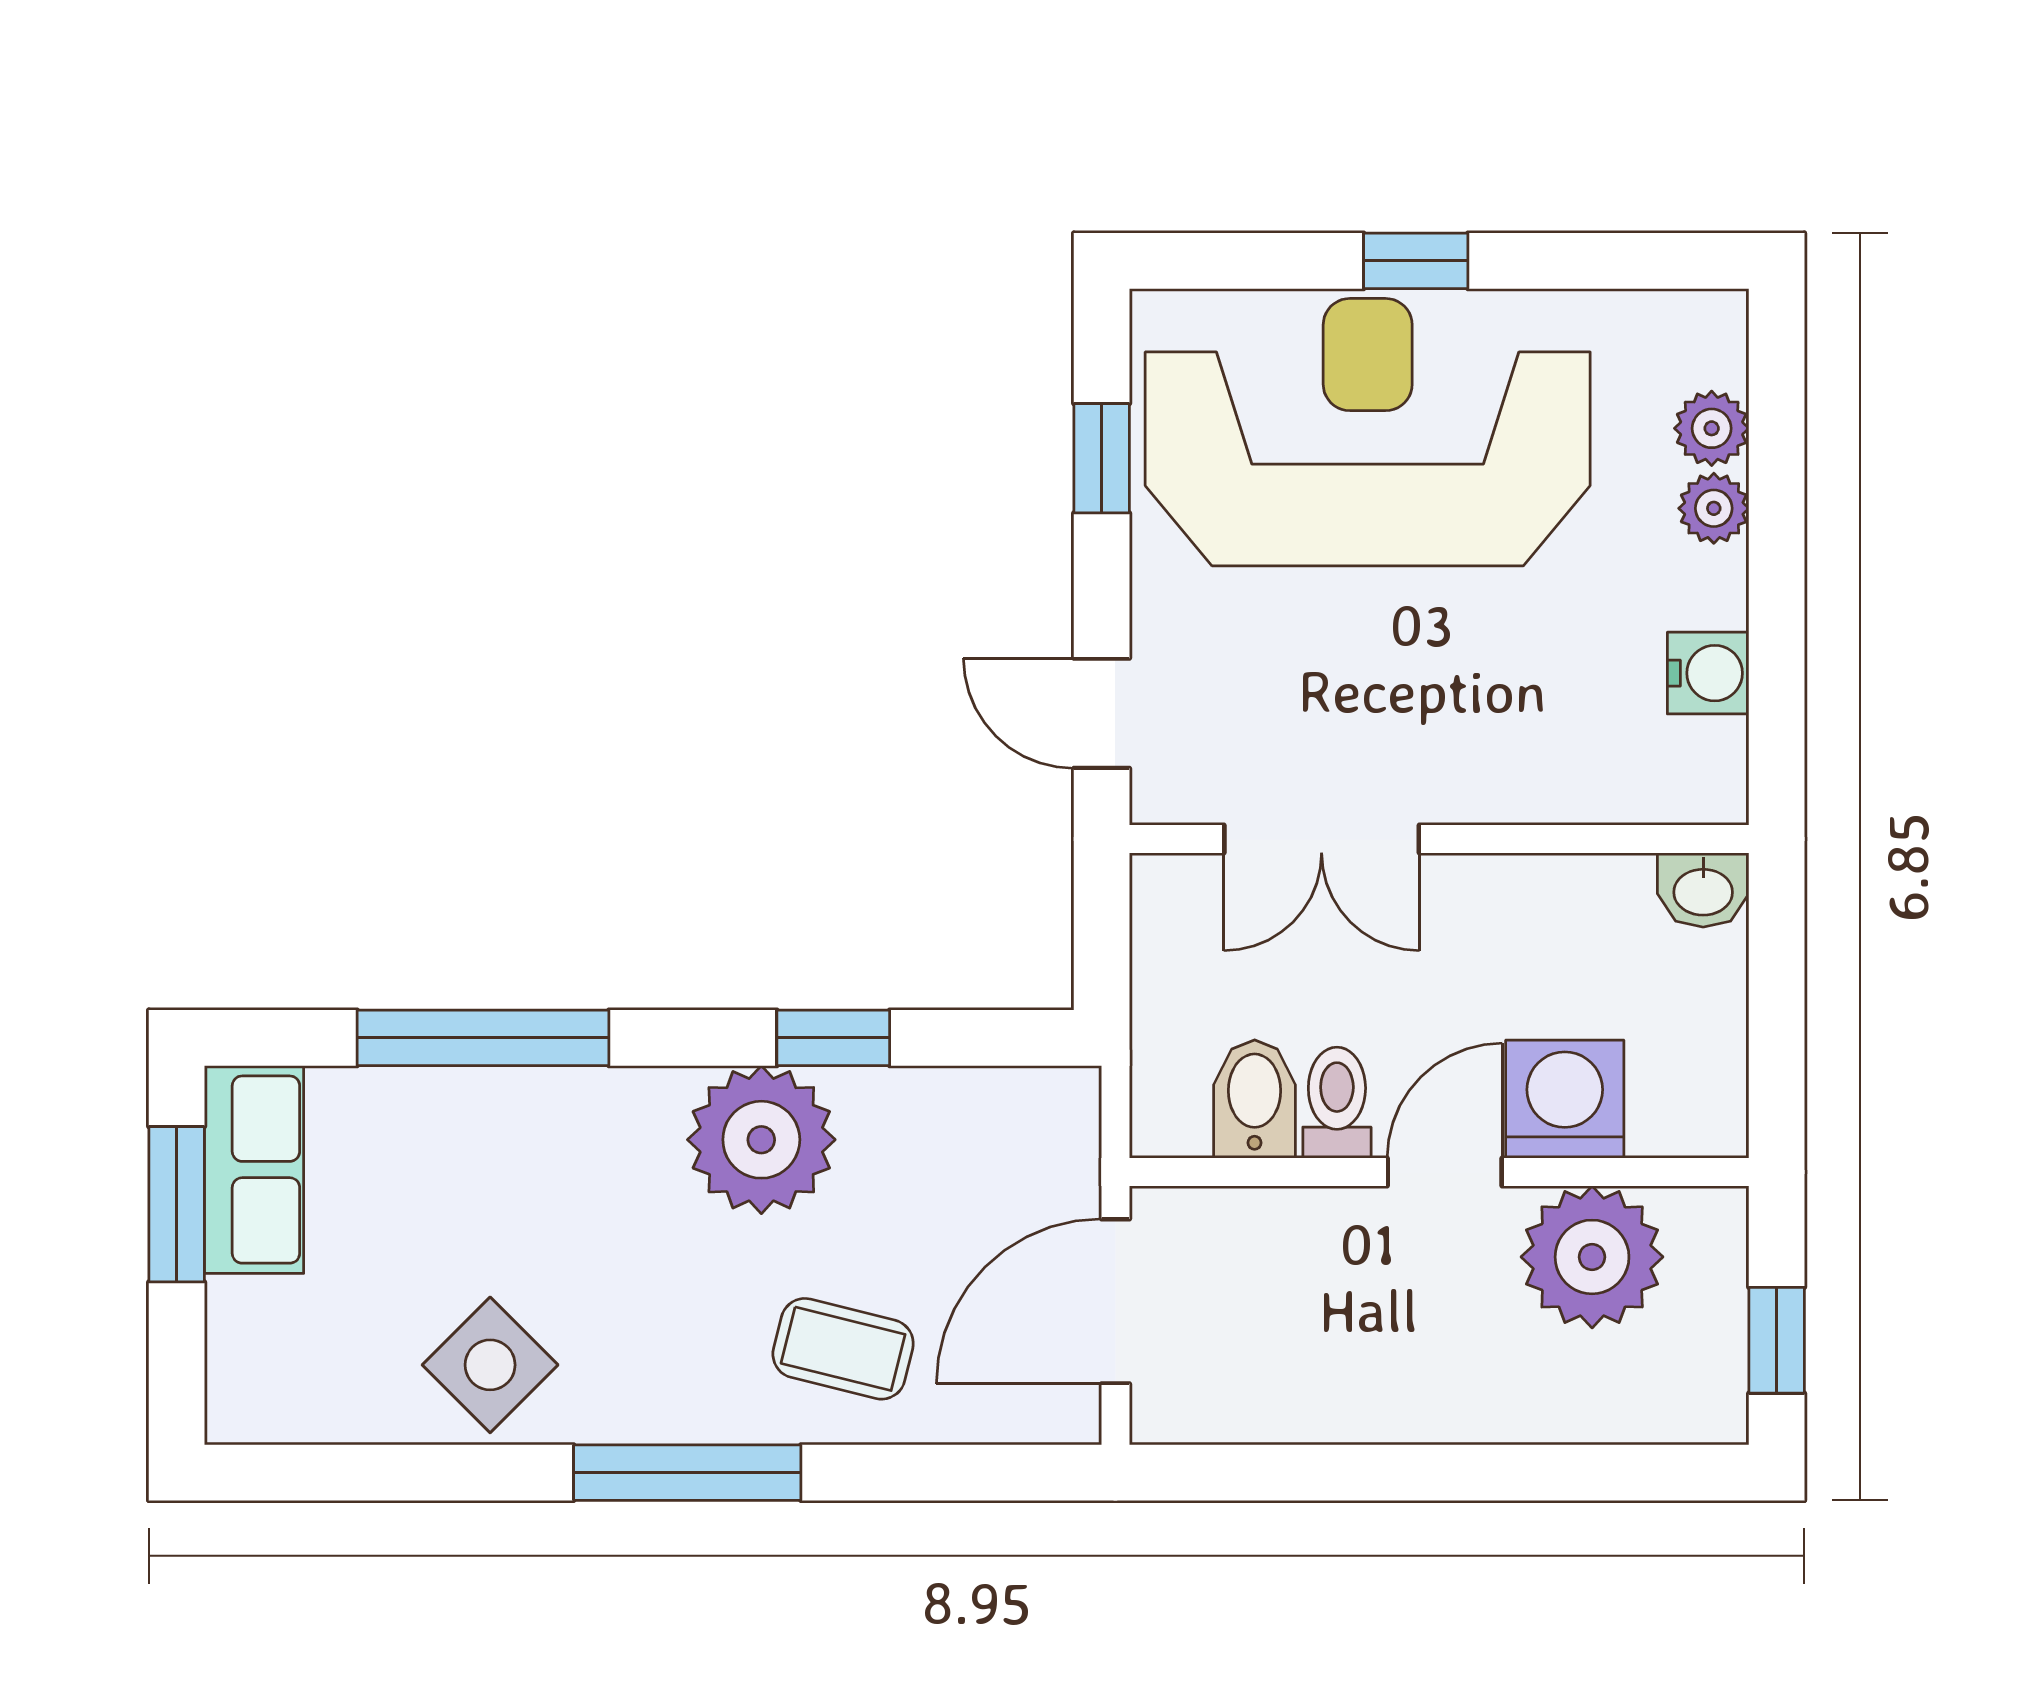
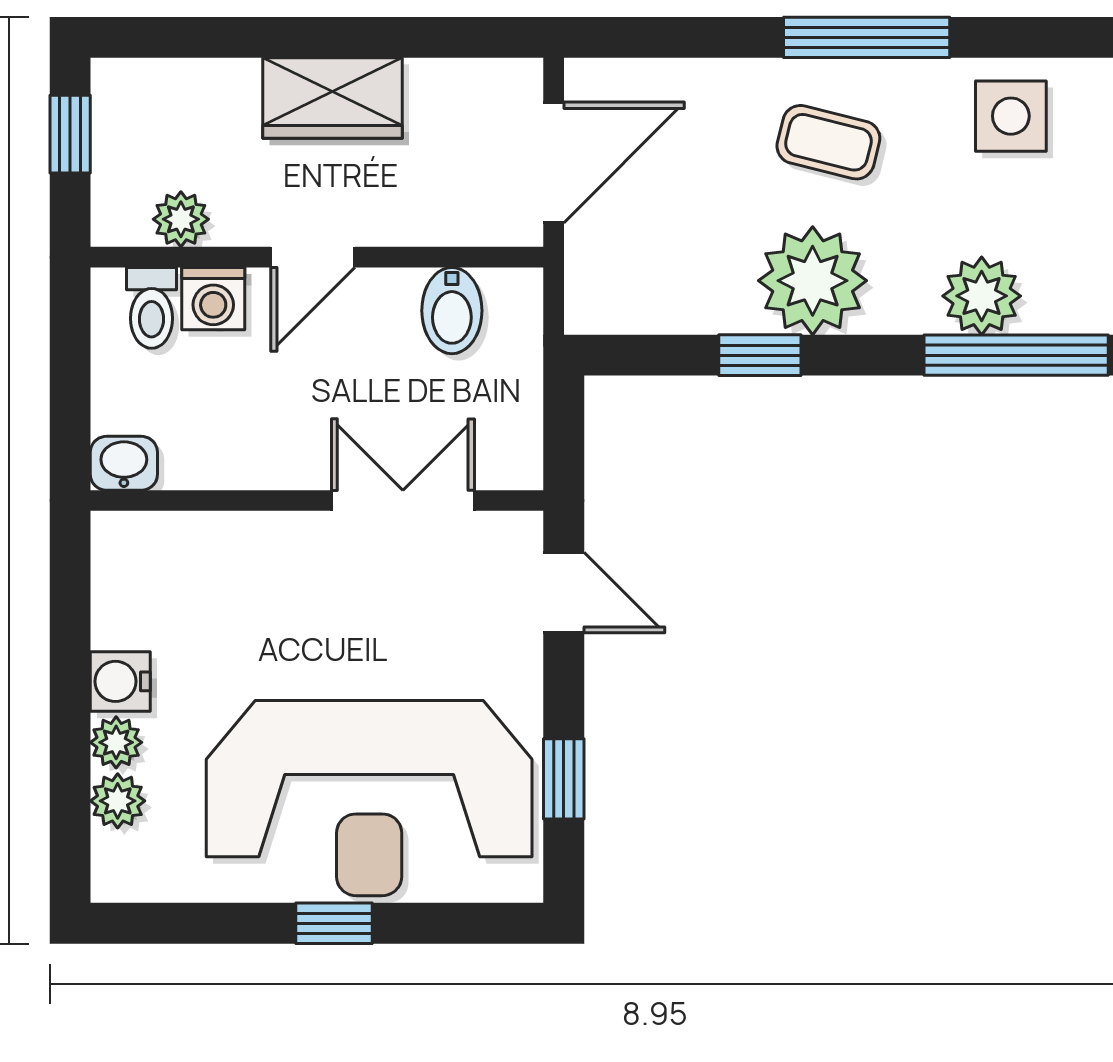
water cooler: (1708, 673) -> (120, 681), moved
washing machine: (1565, 1099) -> (213, 299), width x0.73, depth x0.73
toilet: (1337, 1103) -> (152, 308), moved
plant: (530, 1119) -> (982, 296), added
plant: (1592, 1257) -> (181, 219), width x0.53, depth x0.53
coffee table: (843, 1349) -> (828, 142), moved
side table: (490, 1365) -> (1011, 116), turned 45
wardrobe: (1418, 1390) -> (332, 98), added

